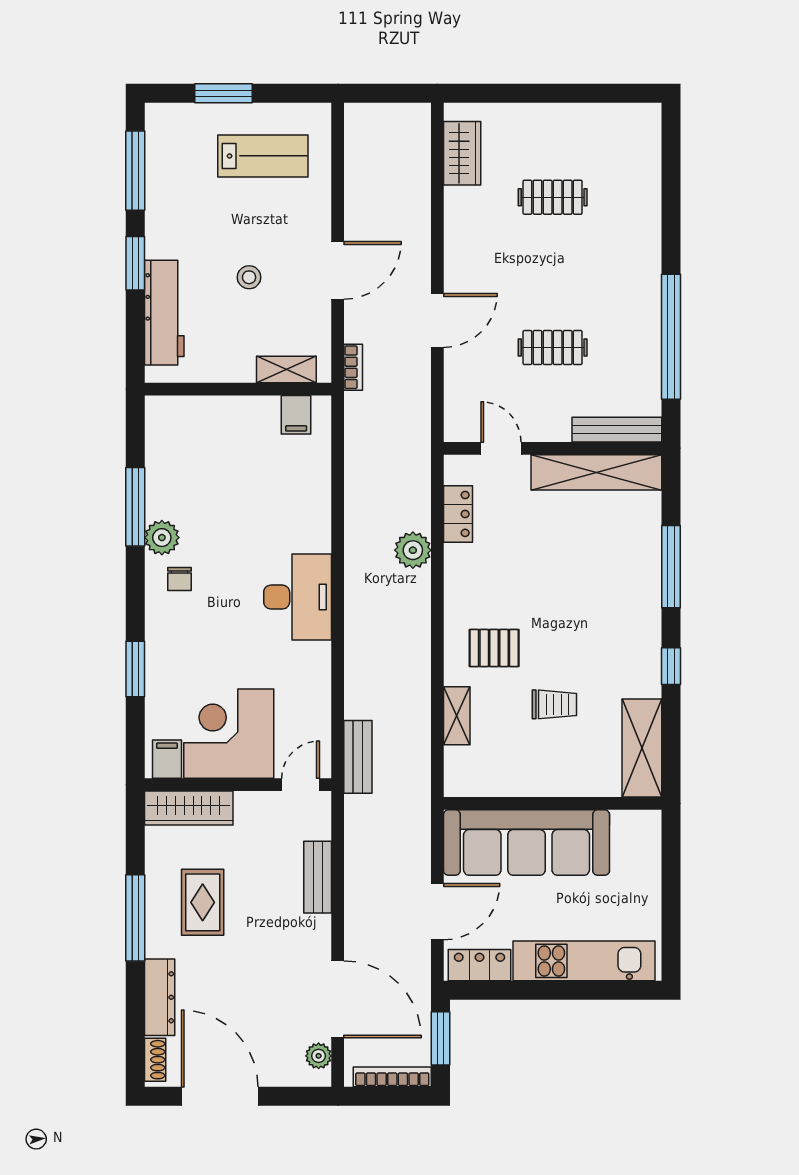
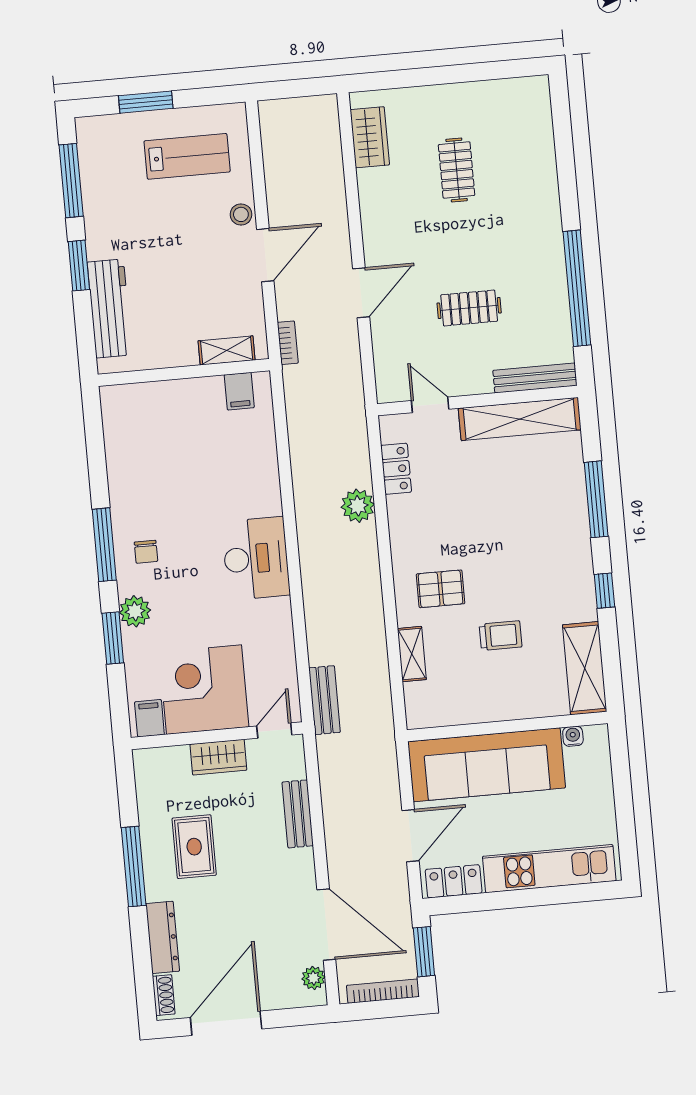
clothes rail: (553, 197) -> (457, 170), turned 90
stool: (249, 277) -> (241, 214), moved
window: (135, 507) -> (104, 545), moved
plant: (162, 538) -> (135, 611), moved
wardrobe: (189, 808) -> (218, 757), moved, width x0.67
water cooler: (623, 820) -> (573, 736), added
door: (220, 1096) -> (226, 1023), hinge flipped

